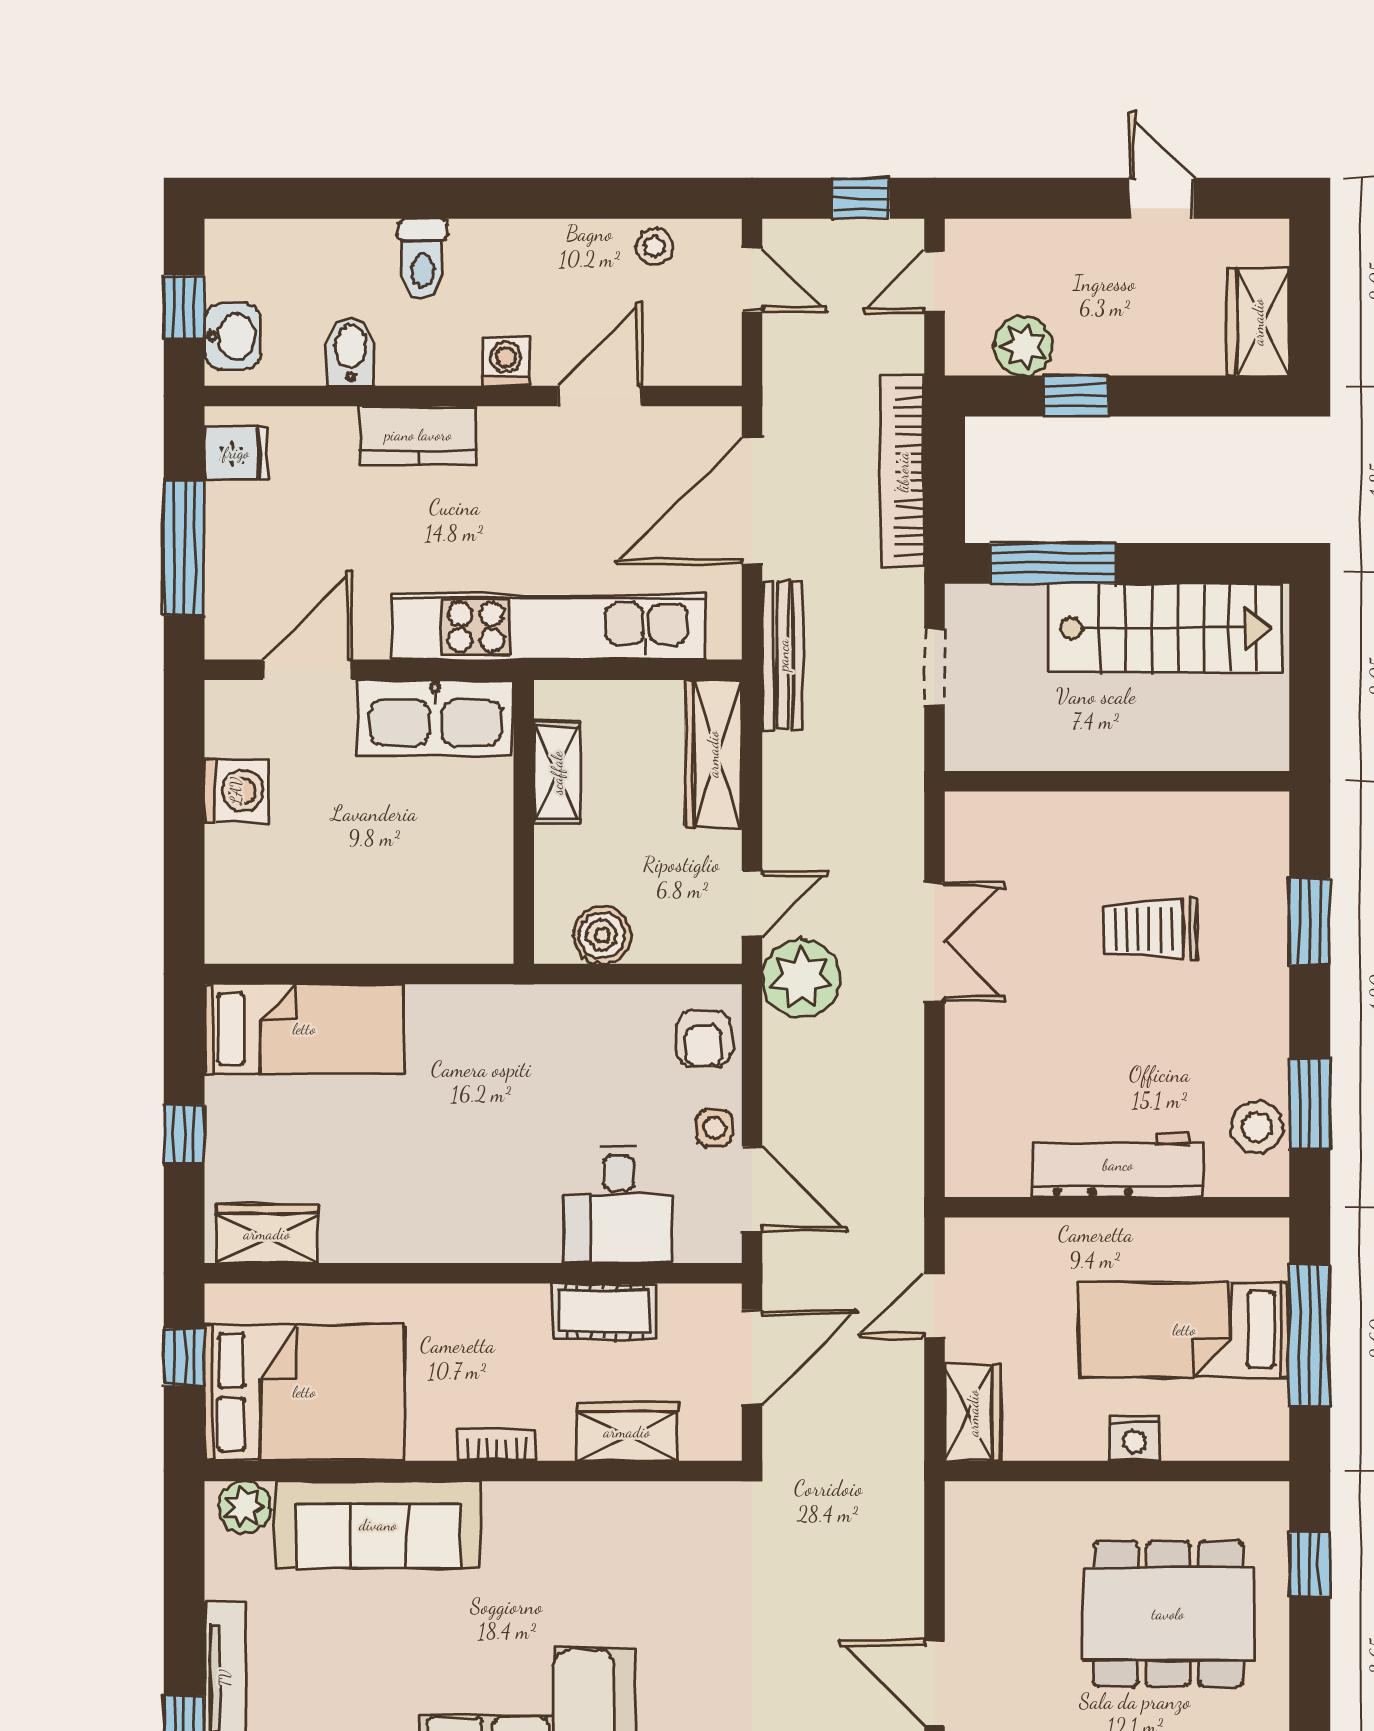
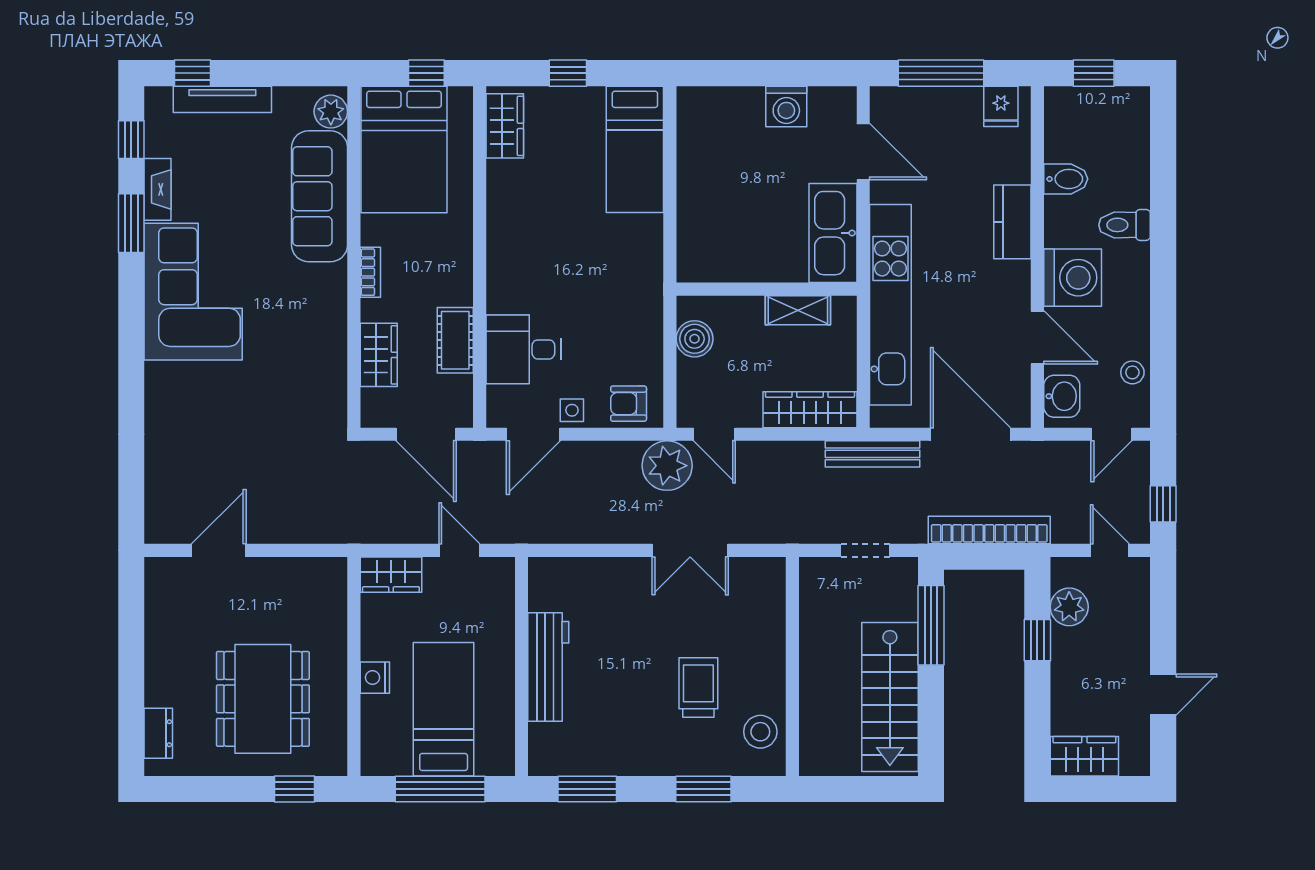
washbasin: (233, 337) -> (1062, 396), moved, turned -90
washing machine: (506, 362) -> (1073, 278), width x1.89, depth x1.89
stool: (1257, 1127) -> (760, 732), moved

